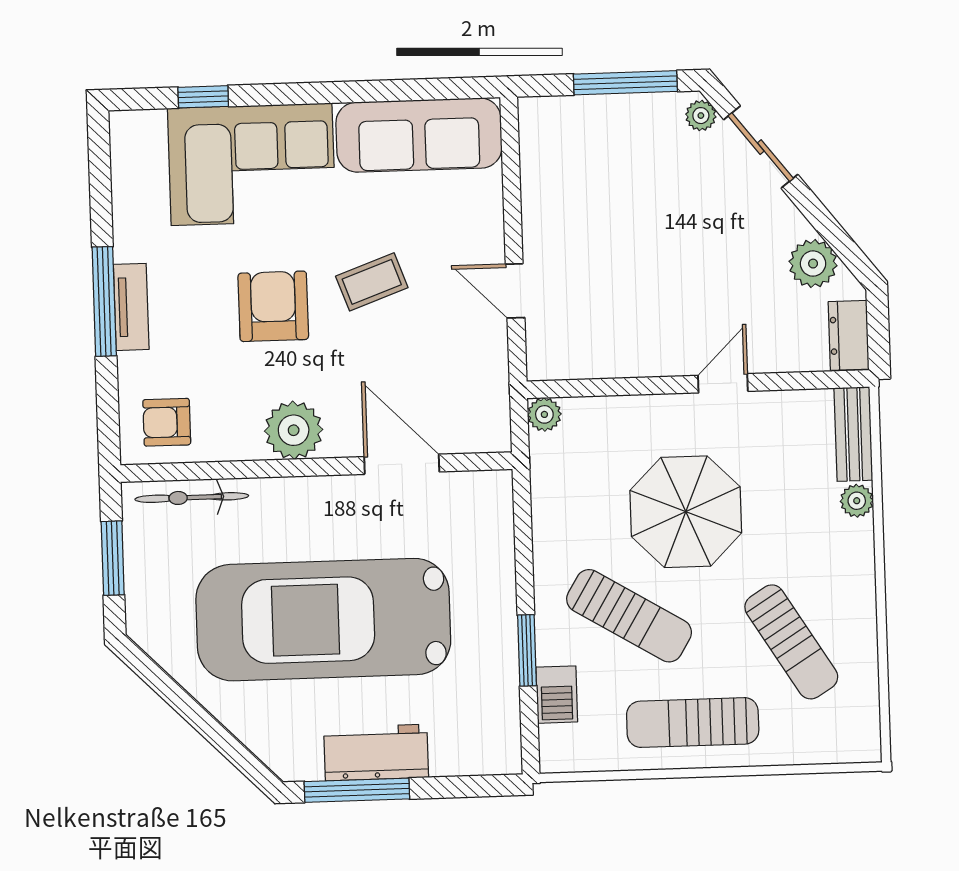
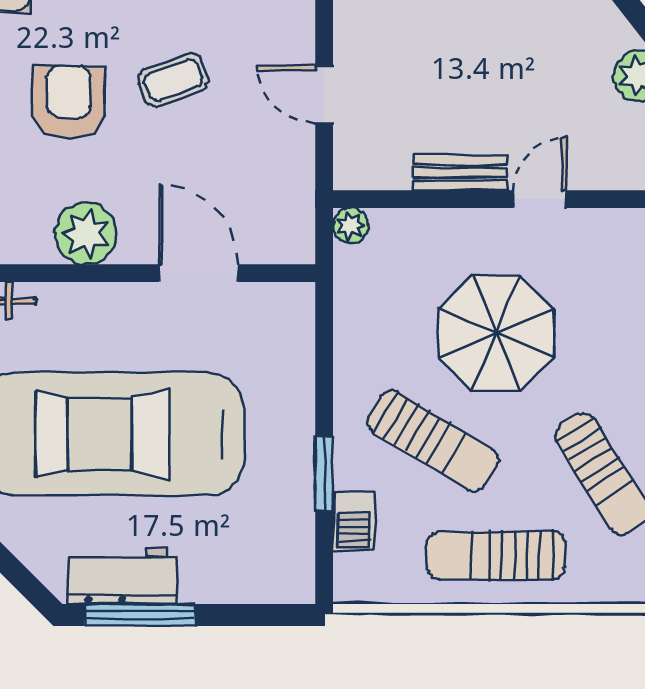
bench: (646, 361) -> (460, 172), added
workbench: (376, 753) -> (122, 576), moved

